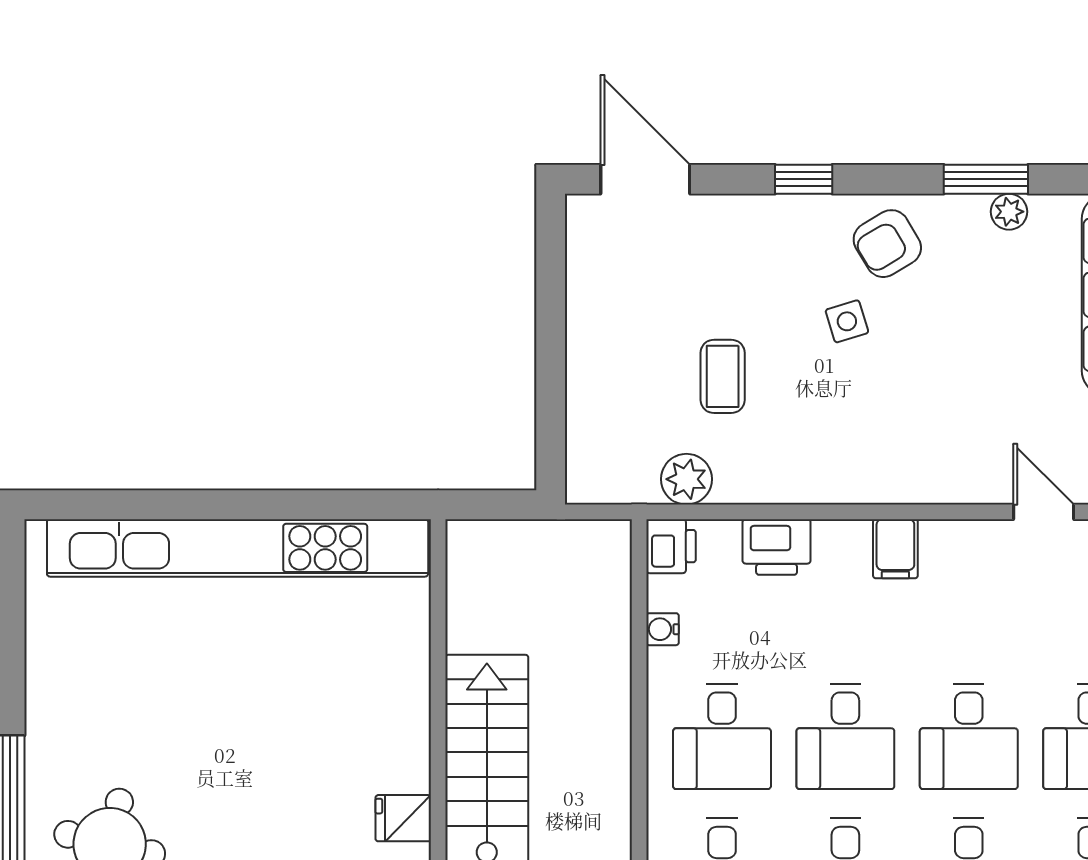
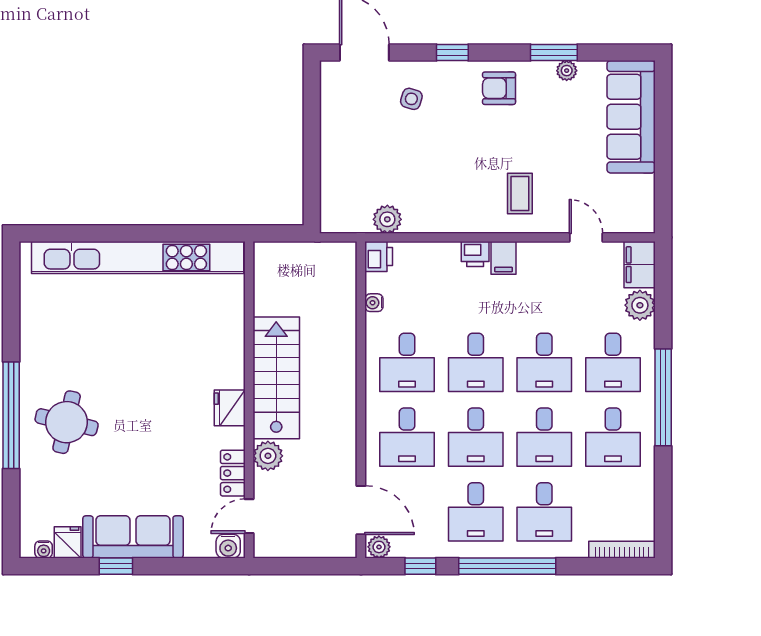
armchair: (887, 244) -> (499, 88), turned 31
side table: (847, 321) -> (411, 99), moved, turned 34
coffee table: (723, 376) -> (520, 194), moved
printer: (777, 547) -> (475, 254), moved, width x0.73, depth x0.81
fridge: (403, 818) -> (230, 408), width x1.38

